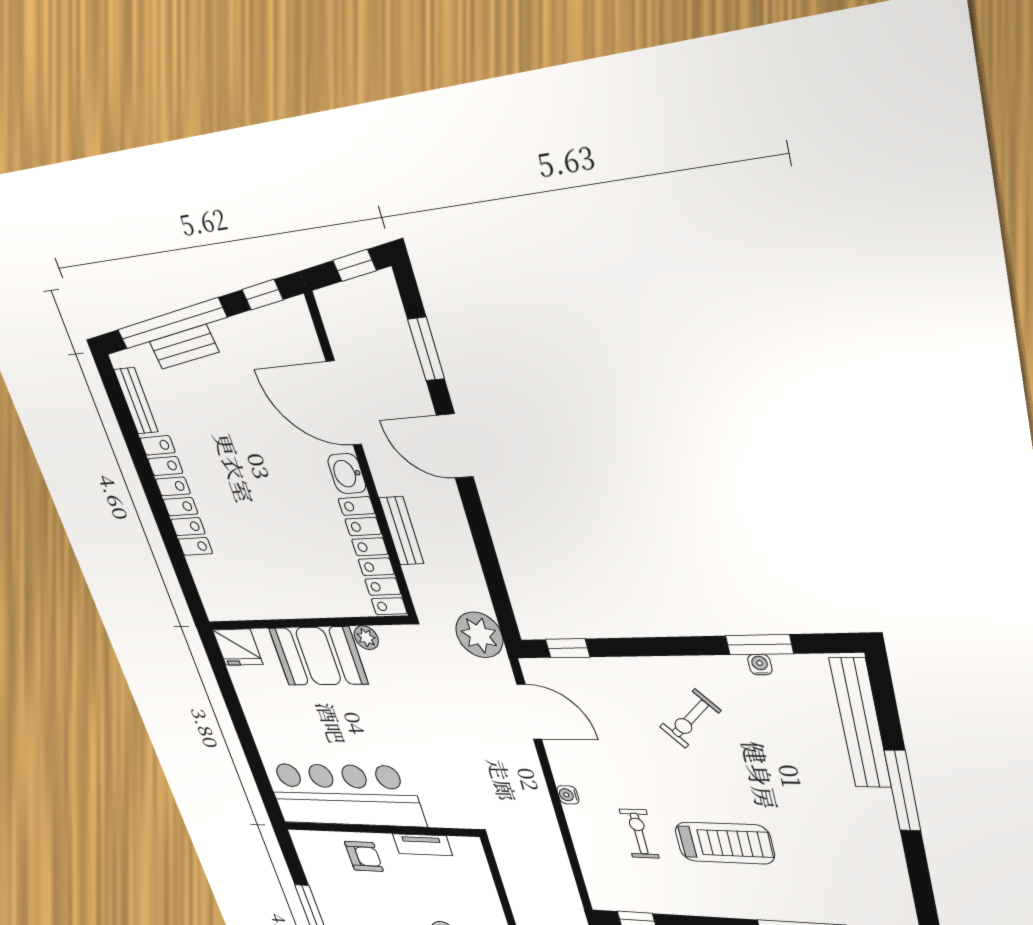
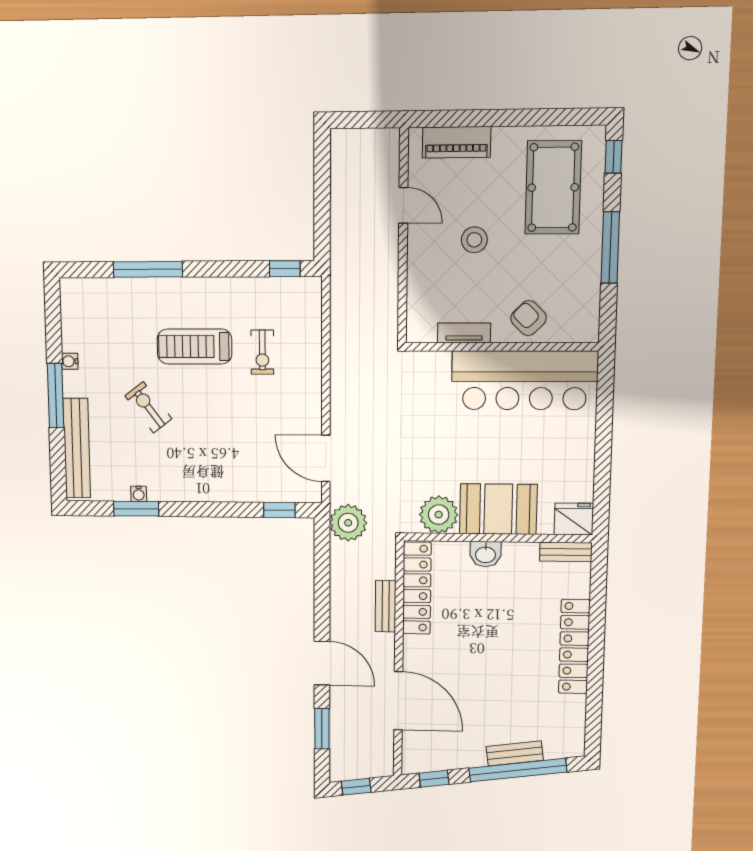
bench: (136, 401) -> (566, 552), moved, turned 90
washbasin: (347, 474) -> (486, 554), moved, turned 90
plant: (366, 638) -> (439, 515), width x1.88, depth x1.88
exercise bike: (690, 719) -> (148, 407), moved, turned -85
water cooler: (568, 795) -> (70, 361), moved, turned 180
armchair: (364, 856) -> (529, 318), turned 45

